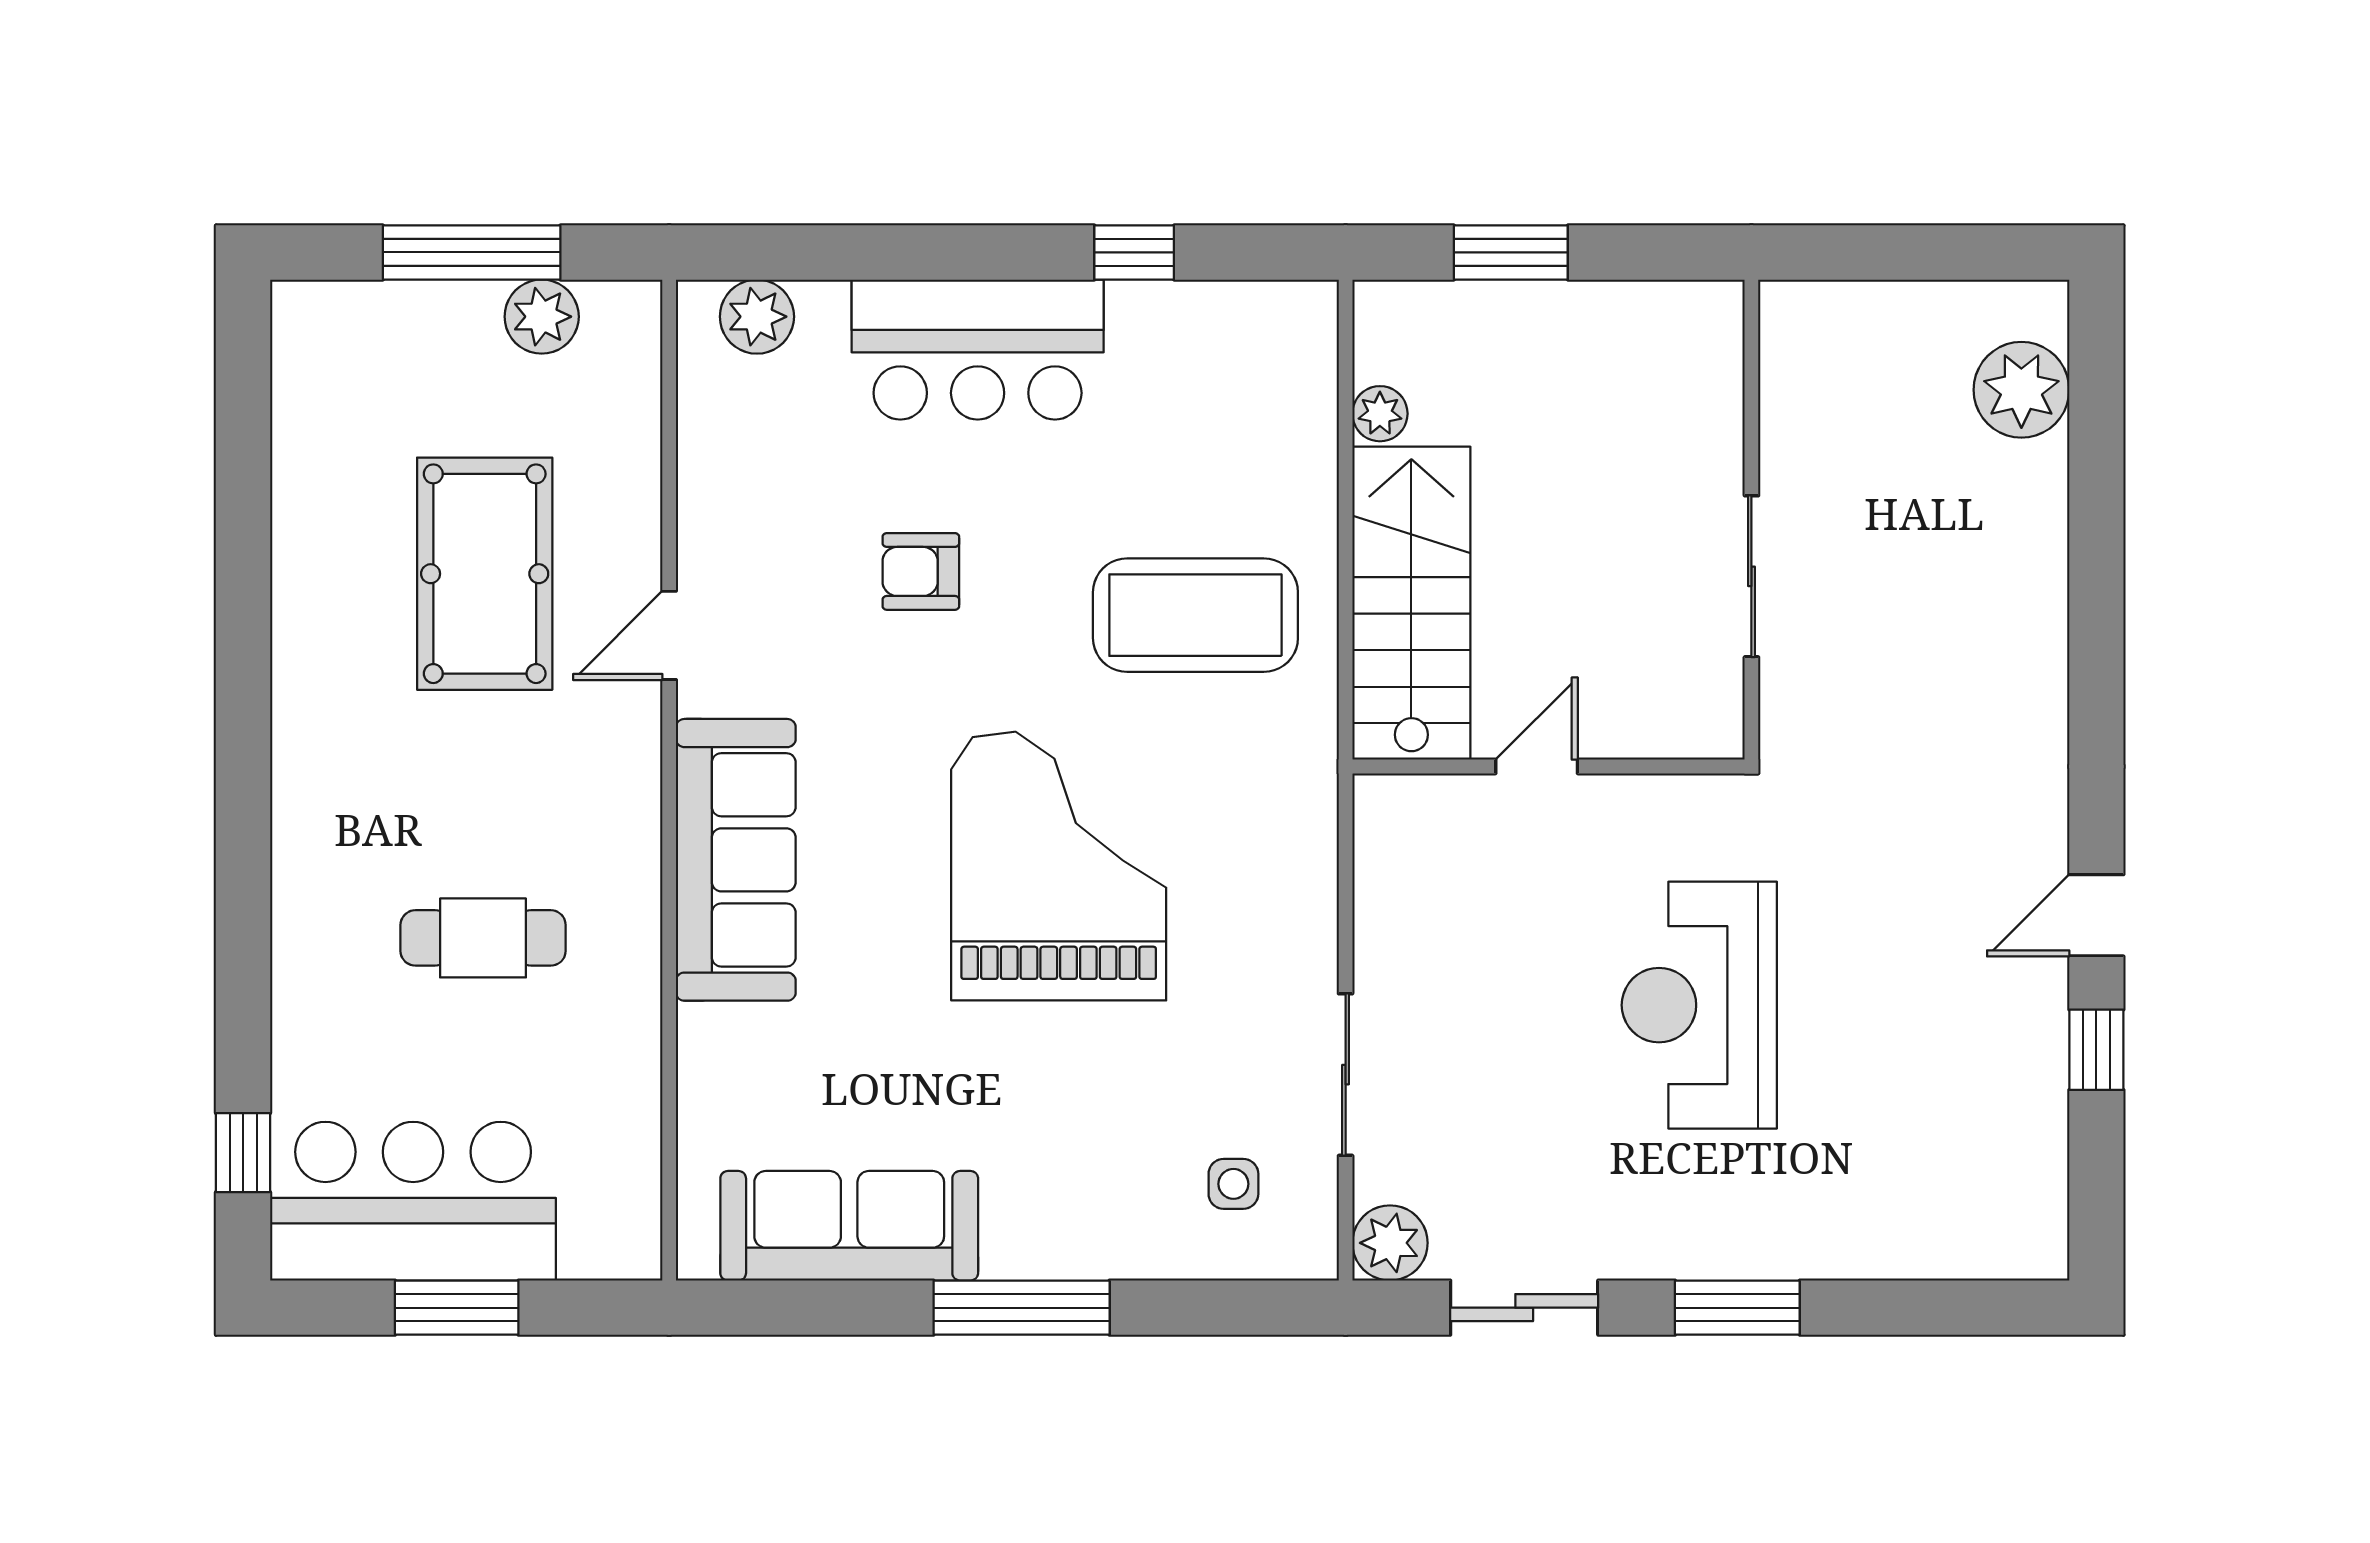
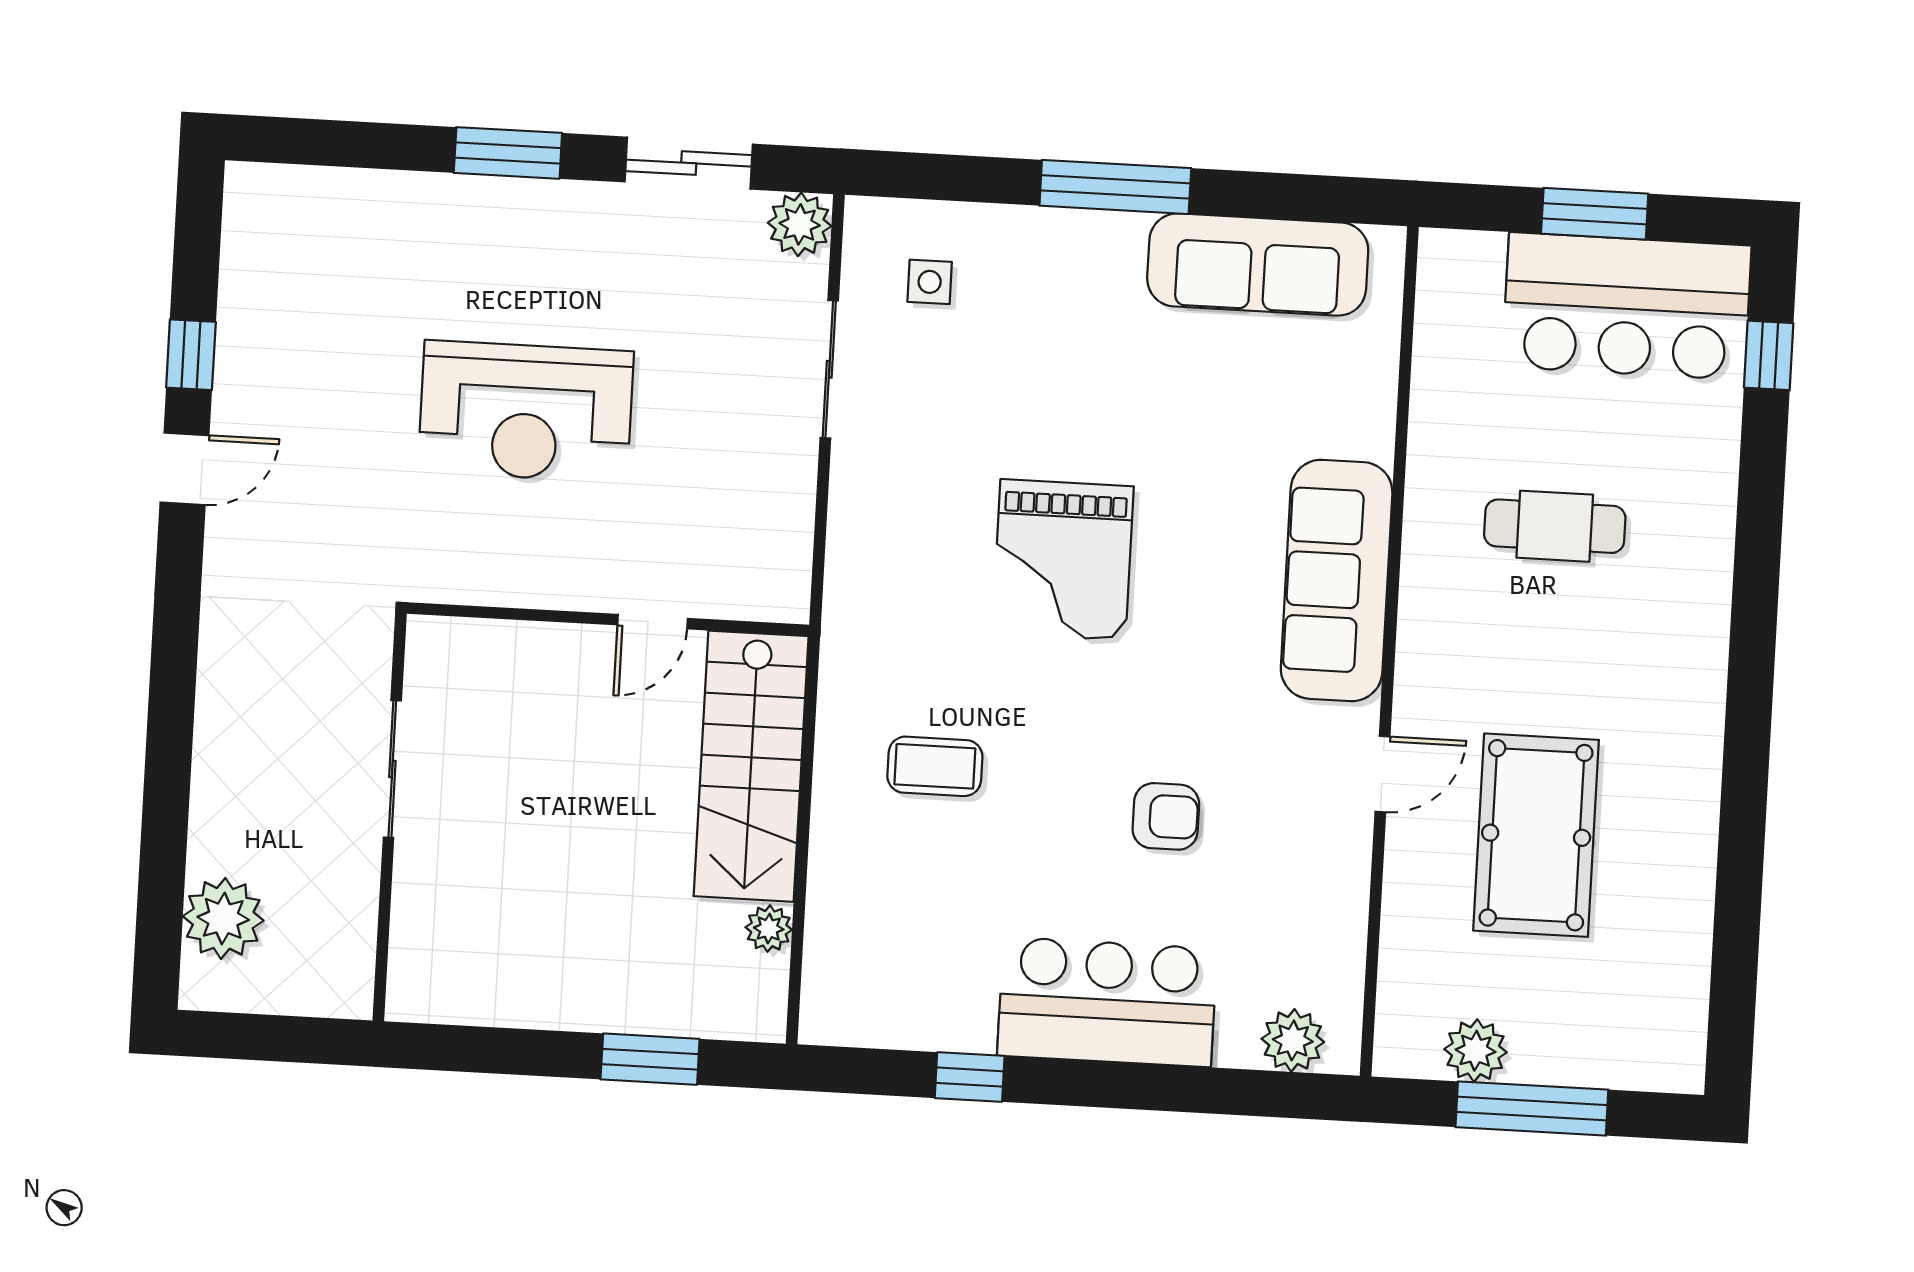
wall: (1751, 520) -> (390, 817), moved
sliding door: (1751, 576) -> (392, 769), moved
coffee table: (1195, 615) -> (935, 766), width x0.54, depth x0.58
grand piano: (1059, 866) -> (1063, 560), width x0.73, depth x0.68
reception desk: (1699, 1005) -> (526, 411), turned 90

